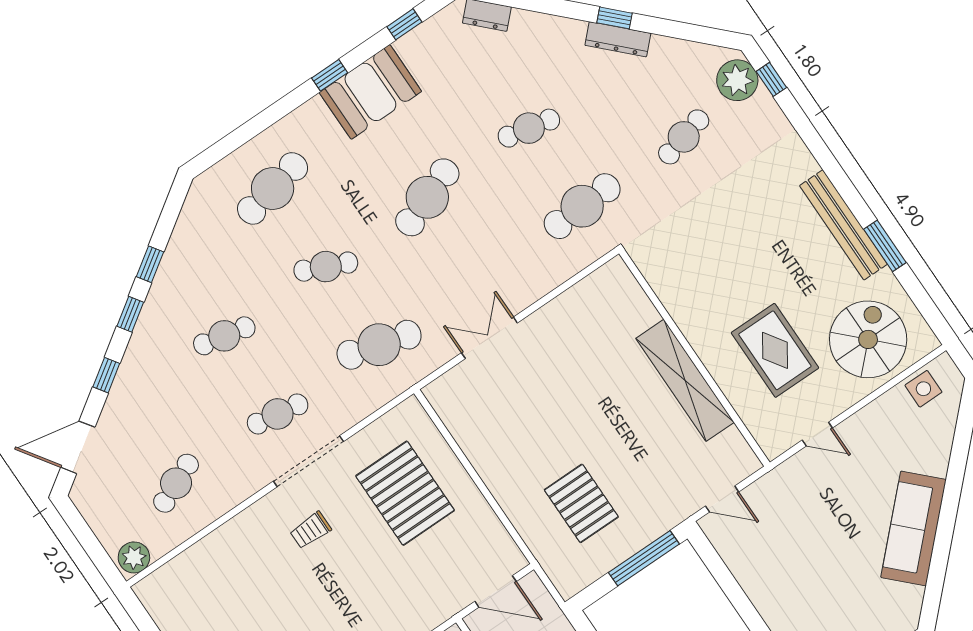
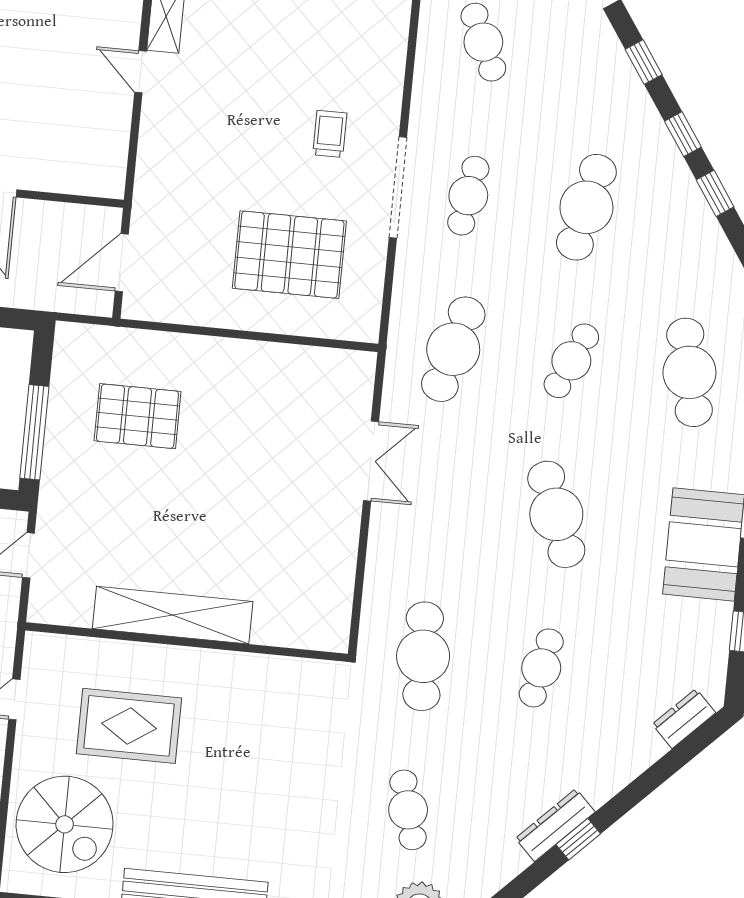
cafe table: (224, 336) -> (586, 207), width x1.37, depth x1.35

